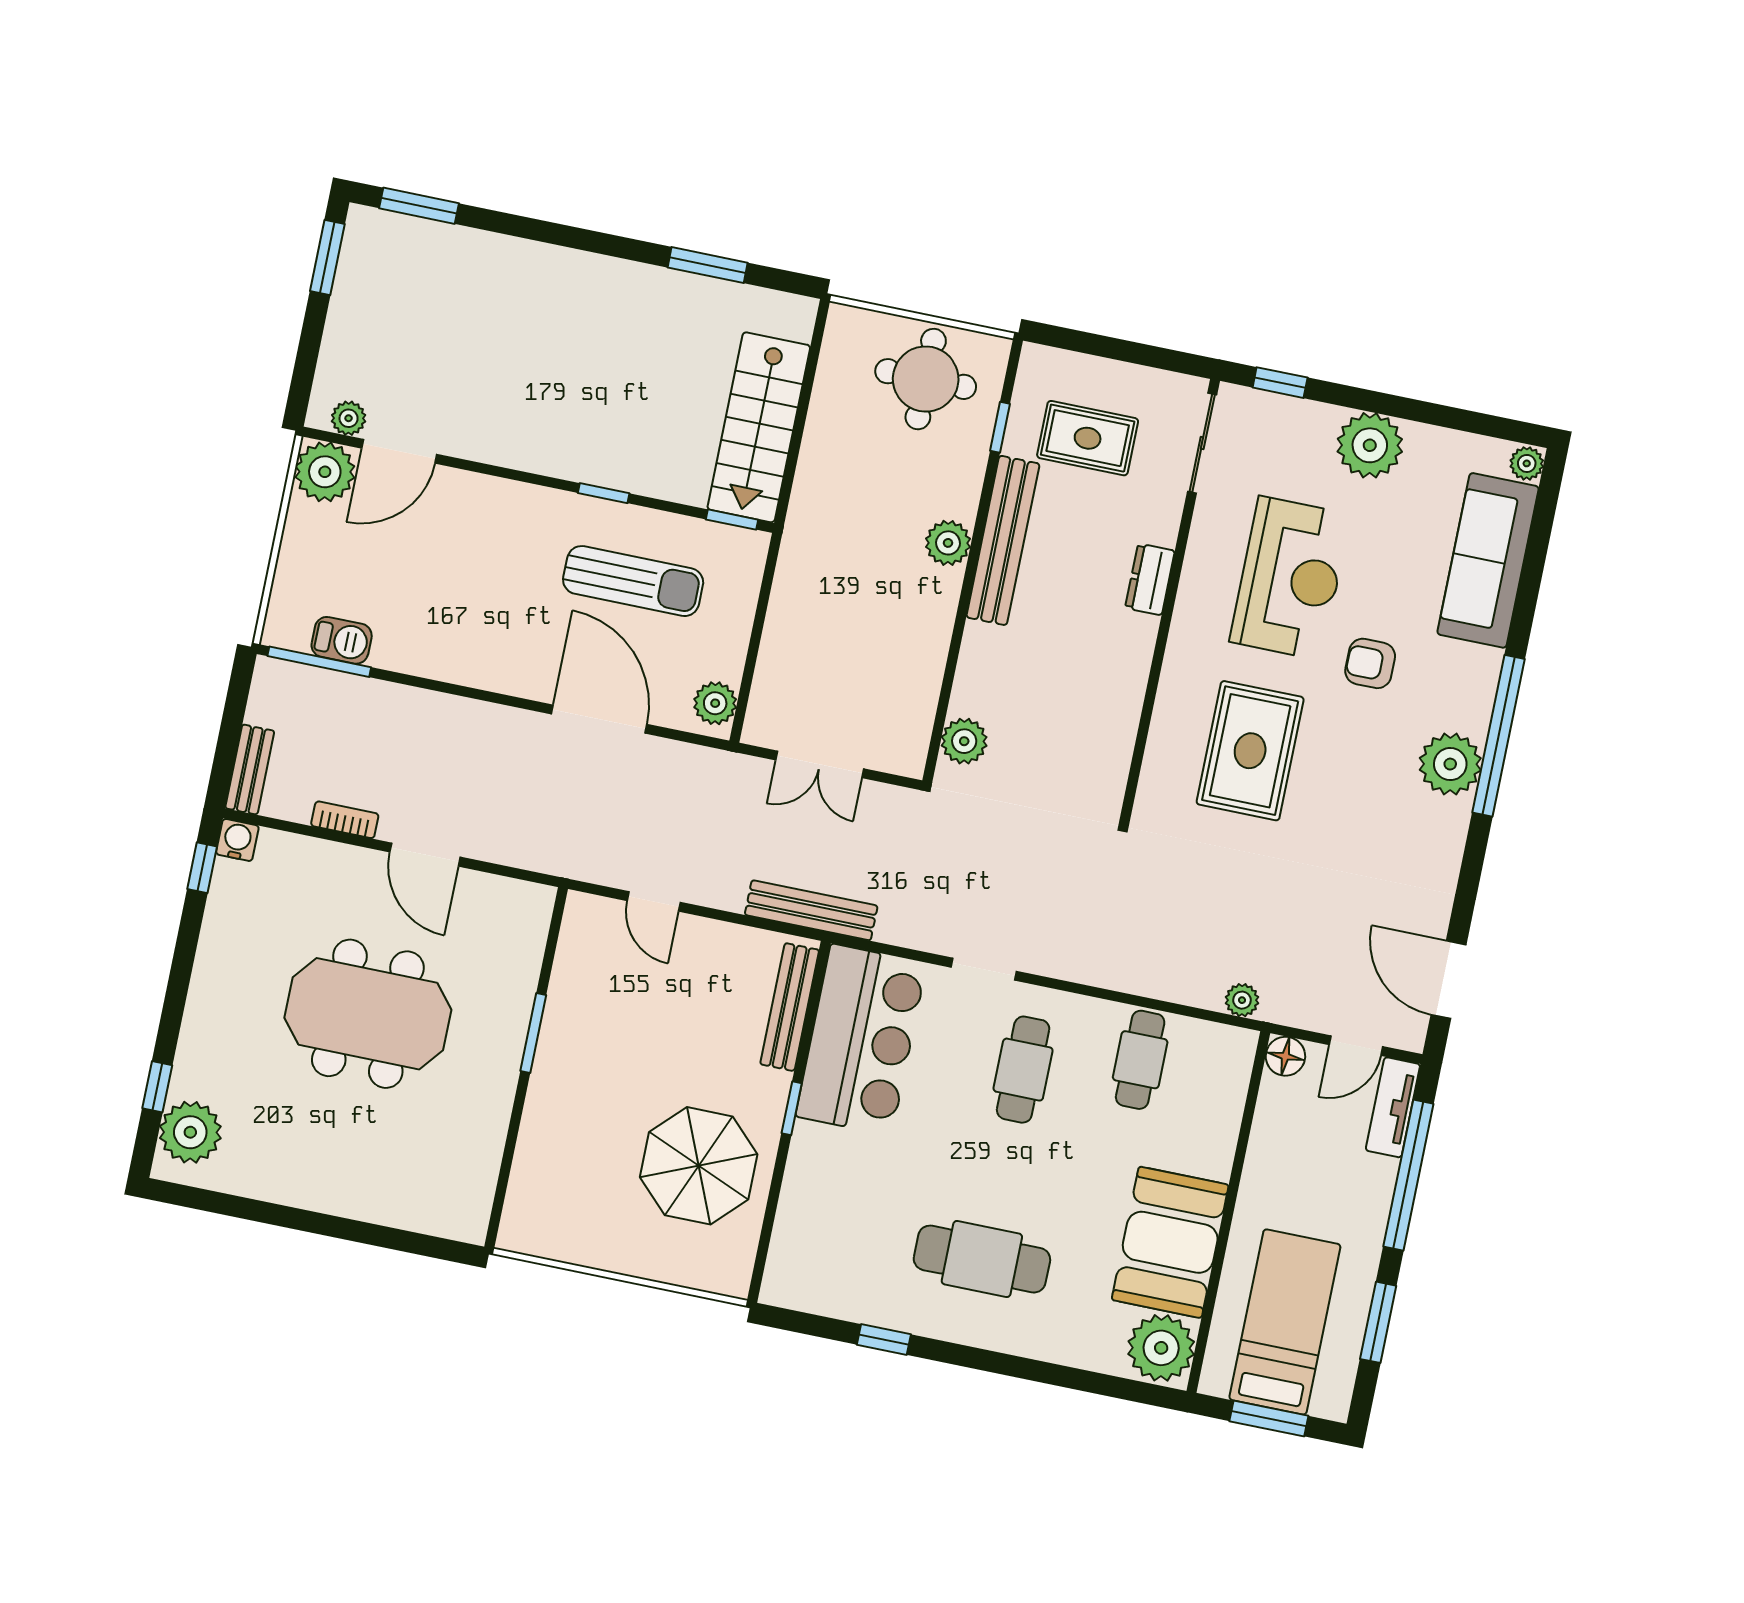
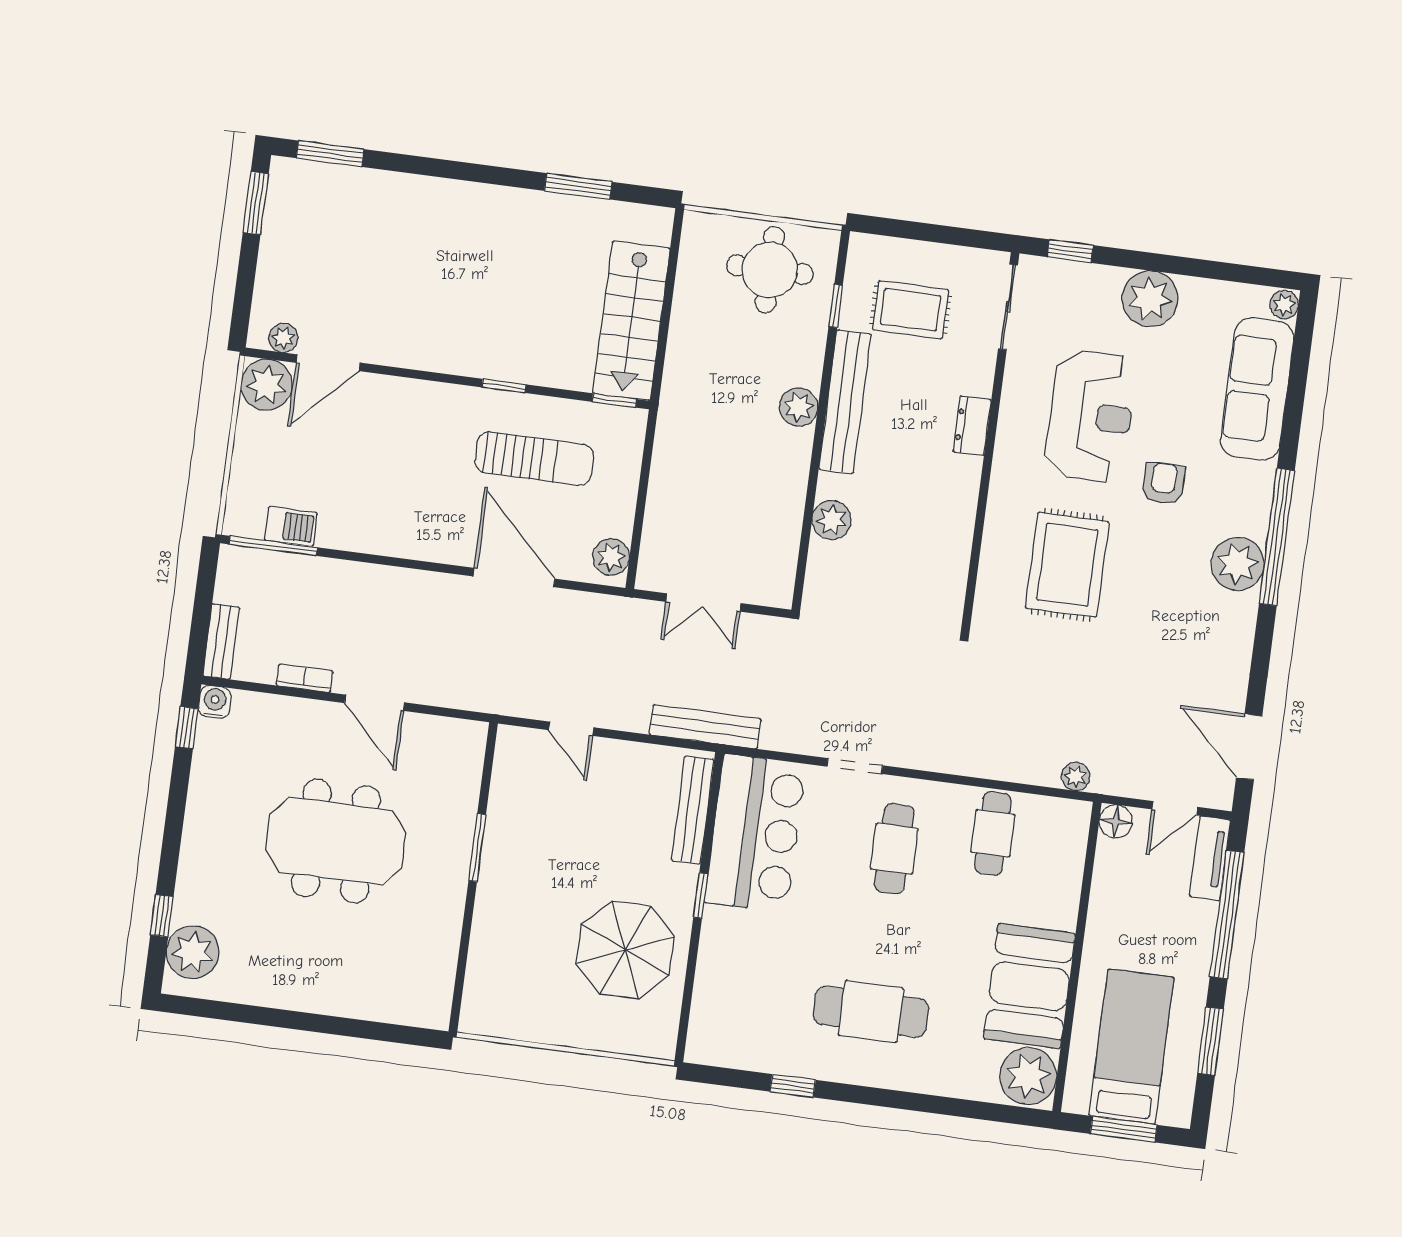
armchair: (1370, 663) -> (1164, 484), turned 90
plant: (964, 741) -> (832, 520), moved

